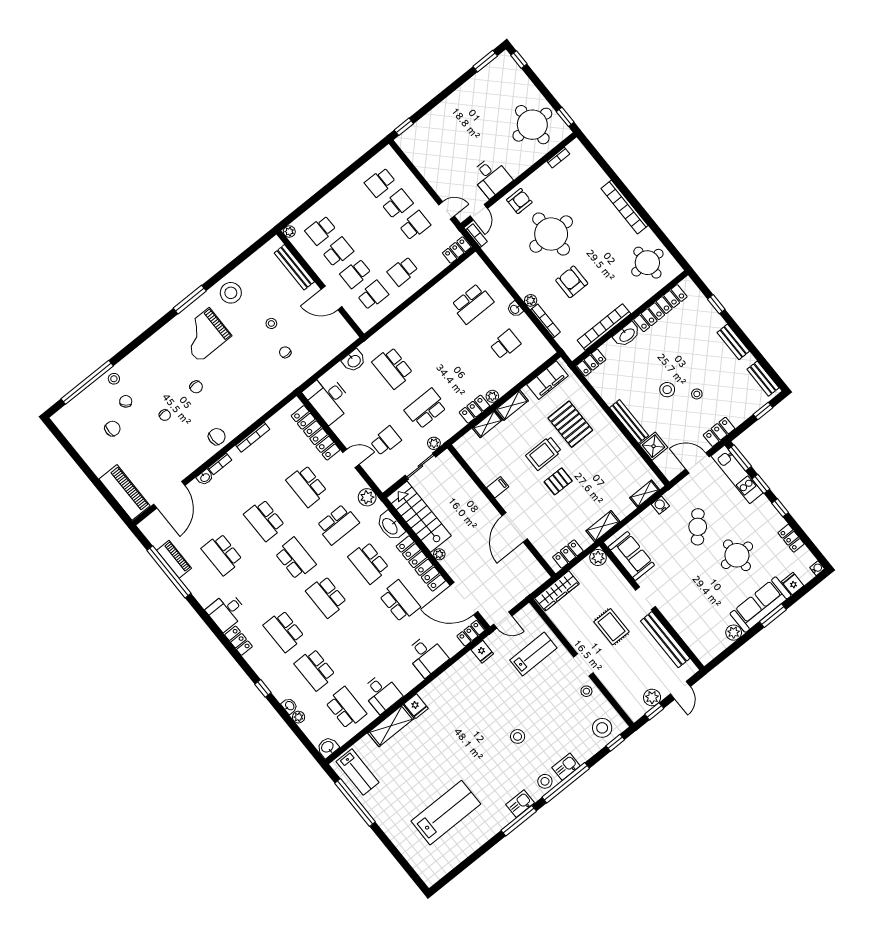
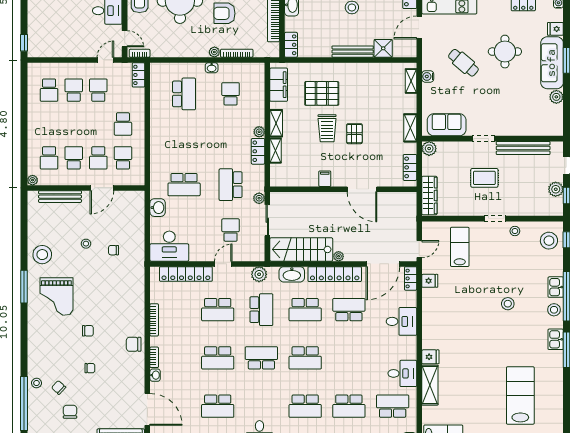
chair: (217, 437) -> (134, 344), turned -90

